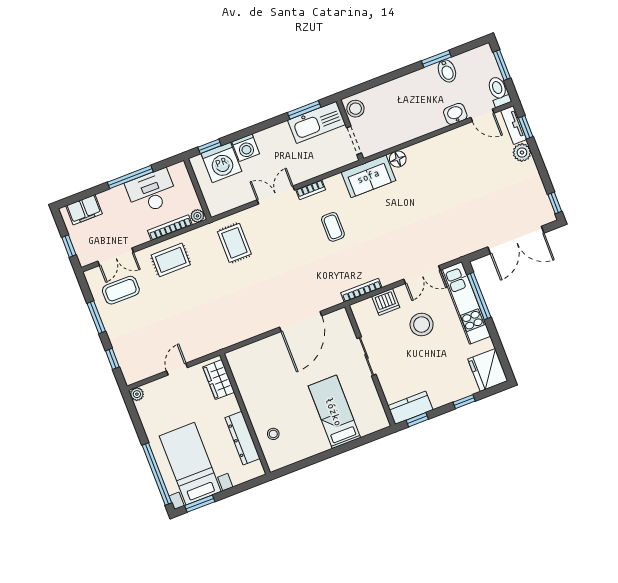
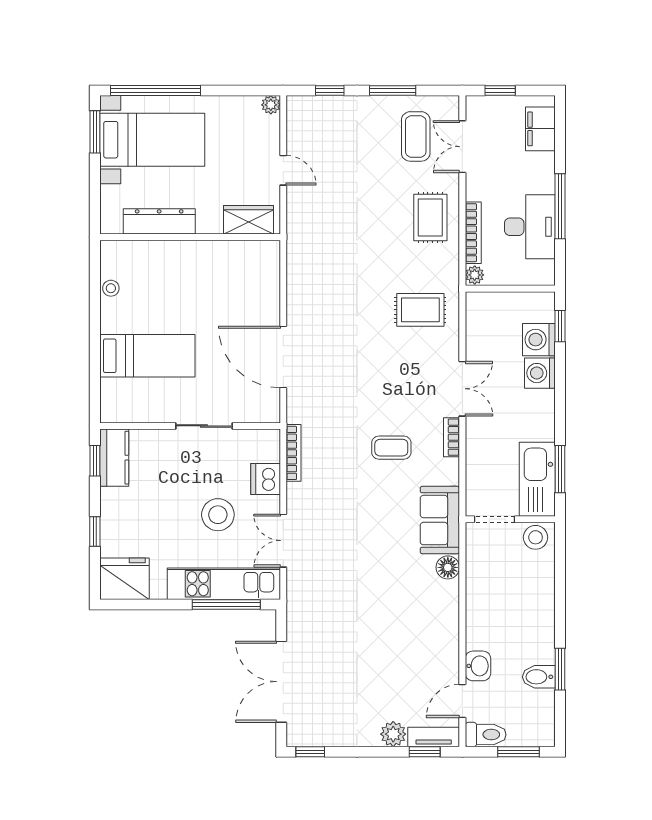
washing machine: (221, 162) -> (539, 340), width x0.73, depth x0.73
stool: (273, 434) -> (111, 288), moved

